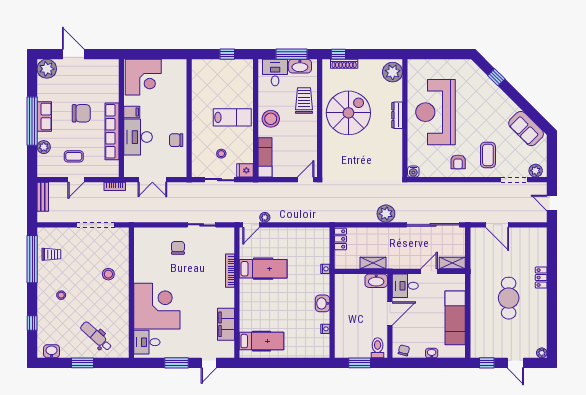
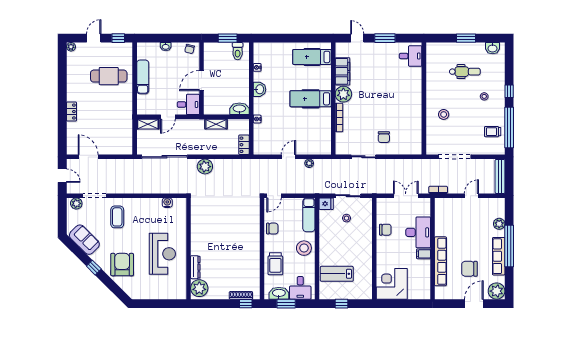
door: (73, 54) -> (474, 304), swing flipped
window: (292, 54) -> (286, 304), width x0.69
corner desk: (143, 77) -> (392, 284), moved
window: (496, 77) -> (94, 268), moved
reception desk: (436, 112) -> (162, 254), width x0.74, depth x0.77
chair: (81, 113) -> (469, 269), moved
spiral stairs: (348, 113) -> (237, 253), removed
dresser: (397, 115) -> (195, 267), moved
row of seats: (44, 116) -> (499, 256), width x1.48
lab bench: (232, 117) -> (337, 274), moved
row of seats: (112, 131) -> (440, 261), moved
chair: (308, 141) -> (272, 229), added
coffee table: (74, 156) -> (473, 216), removed
armchair: (458, 162) -> (122, 265), moved, width x1.88, depth x1.88
water cooler: (413, 172) -> (167, 203), moved
bench: (43, 197) -> (500, 176), width x1.36
door: (251, 225) -> (288, 157), moved
door: (497, 225) -> (88, 157), moved
hospital bed: (263, 269) -> (311, 99), moved
washbasin: (376, 281) -> (239, 109), moved
plant: (225, 298) -> (343, 94), added
cafe table: (509, 298) -> (109, 76), moved, turned 90
corner desk: (157, 306) -> (402, 87), removed
exam couch: (455, 318) -> (143, 77), width x0.73, depth x0.69
window: (32, 323) -> (509, 91), moved
dental chair: (96, 336) -> (465, 72), moved, turned -42
toilet: (378, 348) -> (238, 51), moved
door: (209, 363) -> (357, 38), hinge flipped
door: (515, 363) -> (94, 38), hinge flipped

